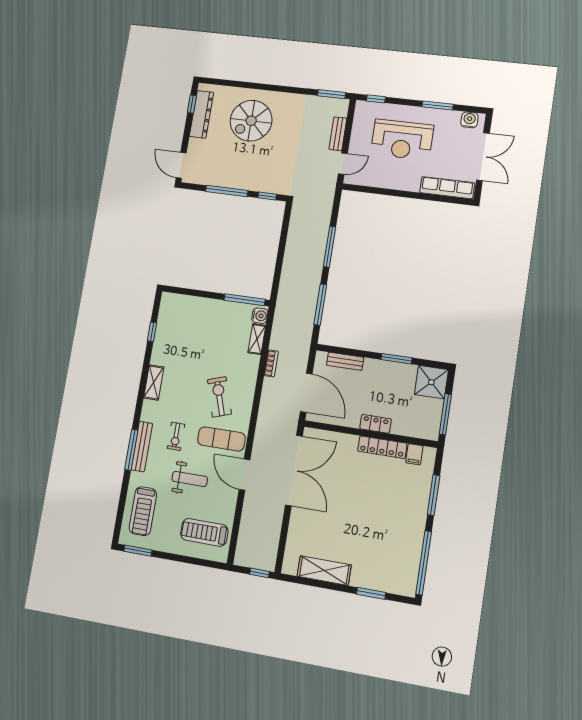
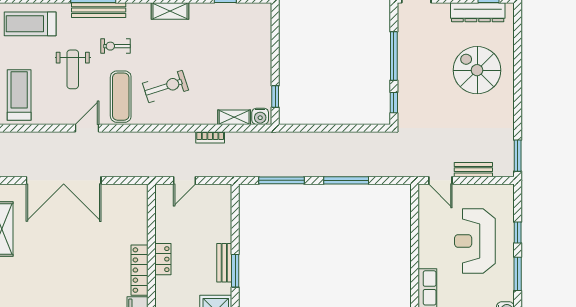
window: (376, 99) -> (518, 233), moved
window: (245, 300) -> (275, 97), width x0.46
bench: (345, 361) -> (224, 263), moved
door: (306, 393) -> (184, 180), width x0.53
double door: (294, 470) -> (64, 180), moved
door: (244, 475) -> (87, 128), width x0.73

